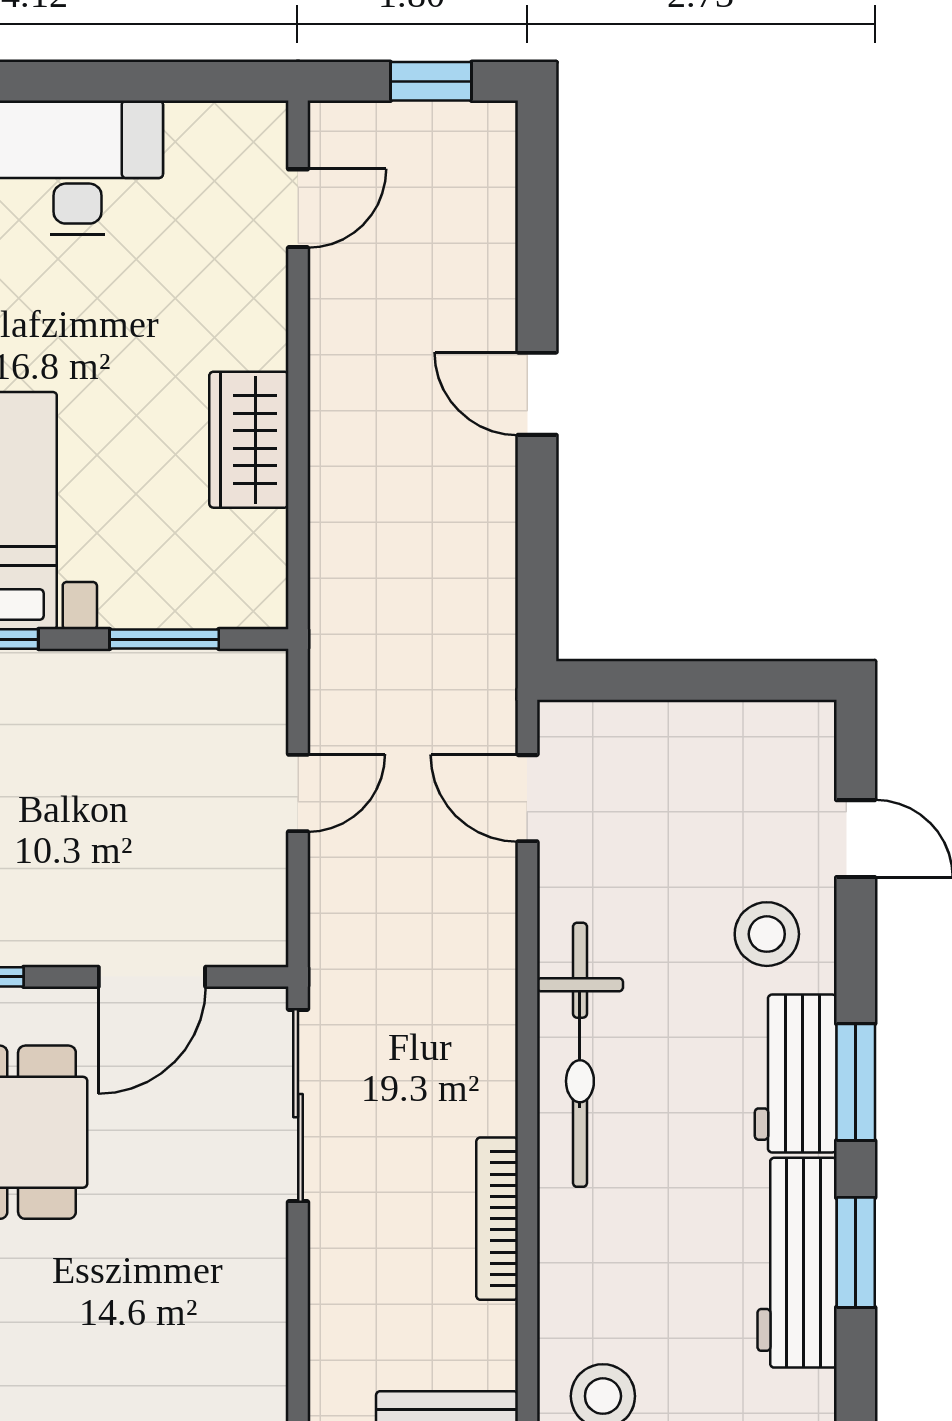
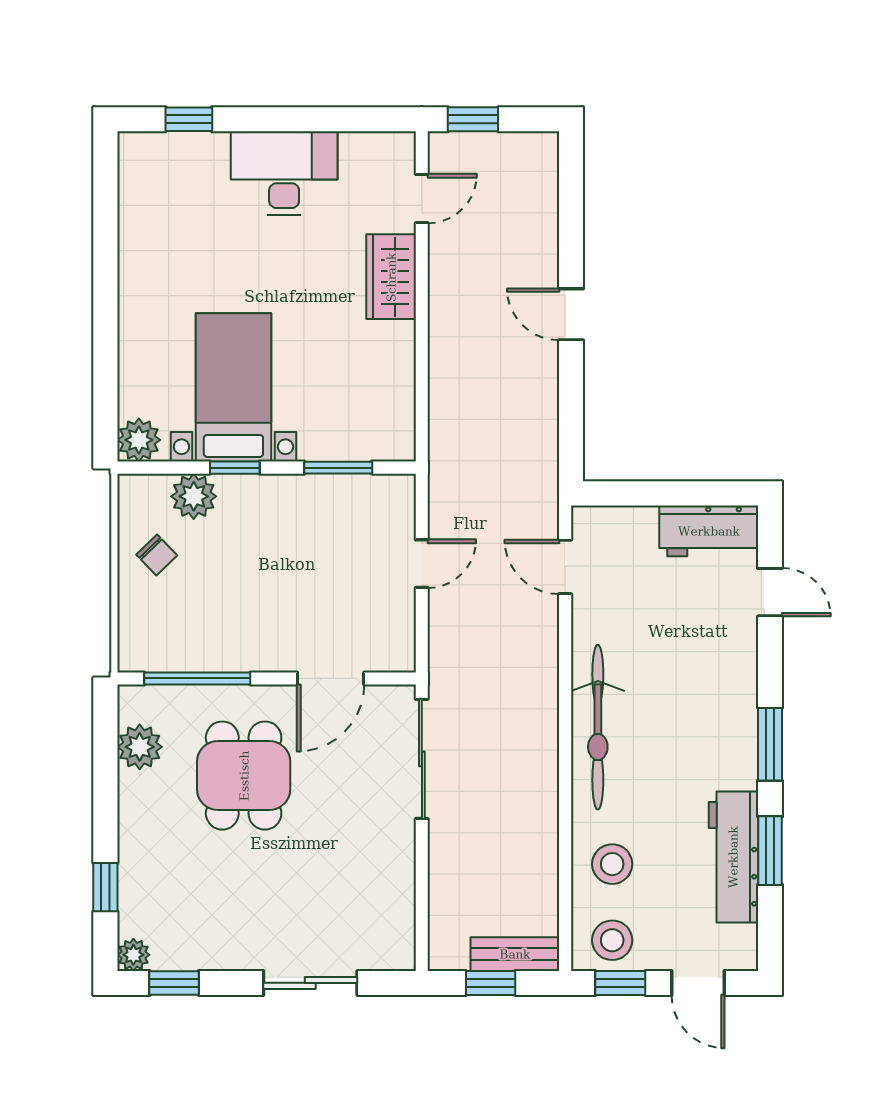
window: (431, 81) -> (473, 119), moved
wardrobe: (249, 440) -> (391, 277), moved
stool: (767, 934) -> (612, 864), moved
workbench: (796, 1073) -> (709, 531), moved, turned -90
bookcase: (497, 1219) -> (546, 830), removed

